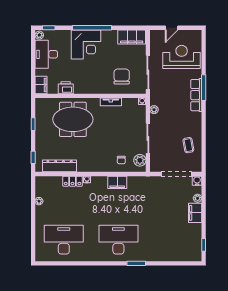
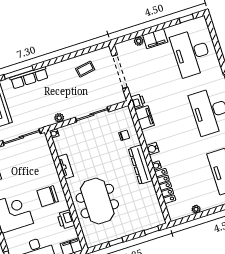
chair: (122, 76) -> (48, 196), moved
plant: (140, 160) -> (118, 116), removed
dresser: (60, 166) -> (140, 165), moved
locker: (73, 181) -> (165, 186), width x1.53
printer: (147, 181) -> (138, 101), added
water cooler: (197, 181) -> (153, 149), moved
filing cabinet: (117, 182) -> (145, 118), moved
desk: (173, 240) -> (191, 53), added

